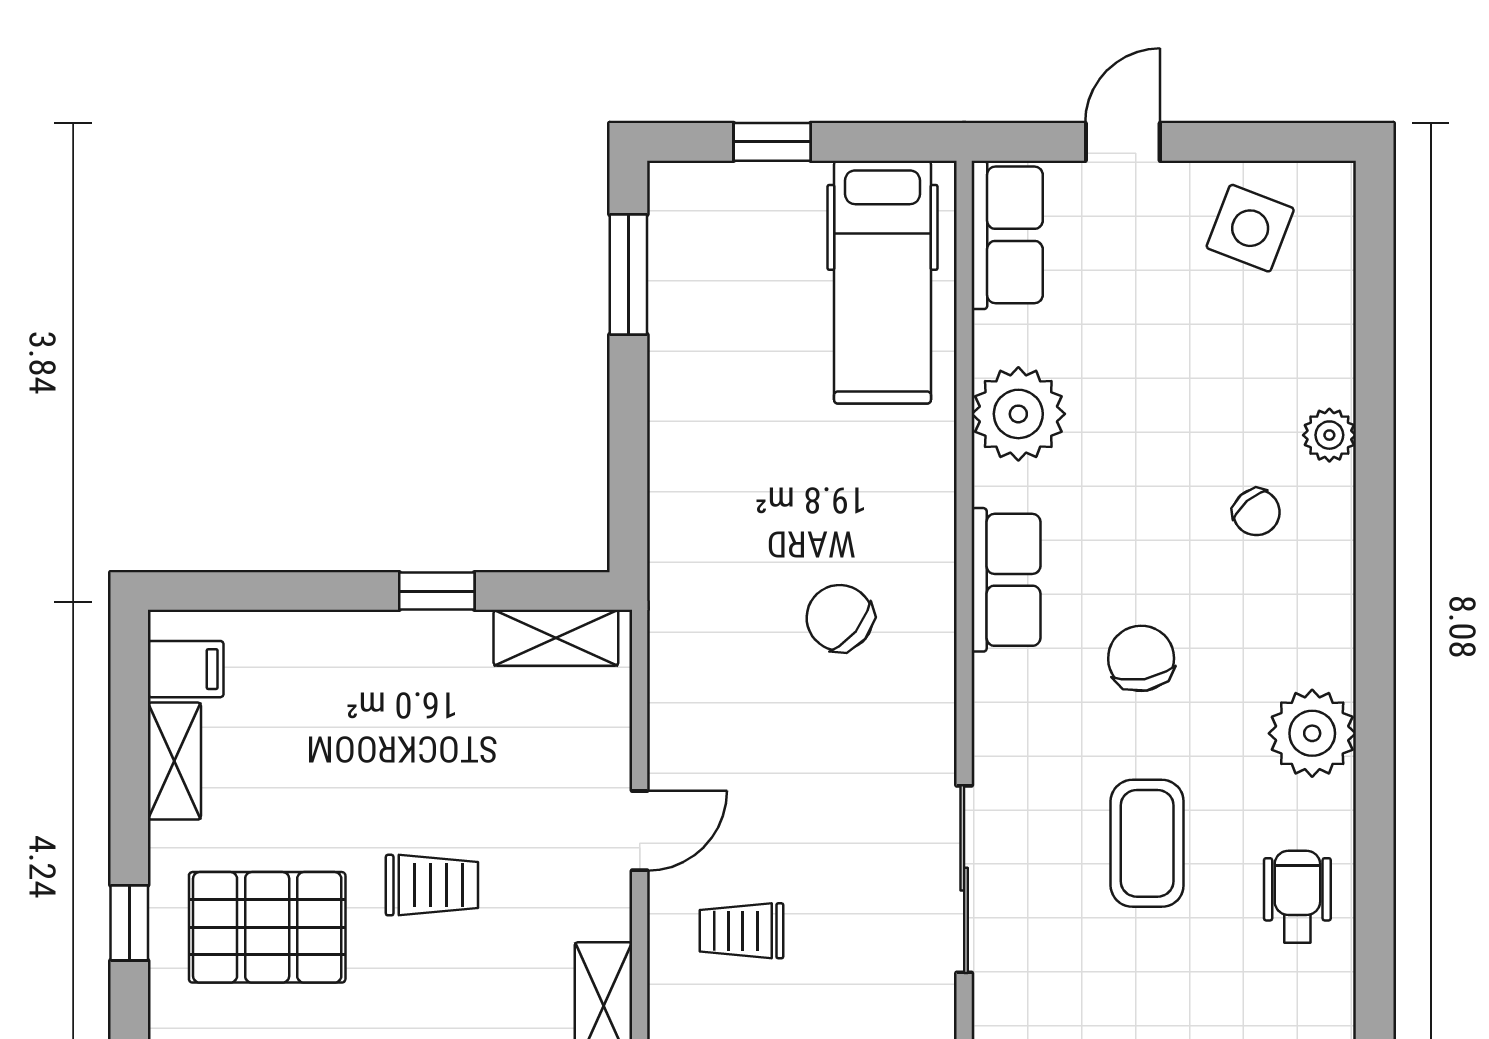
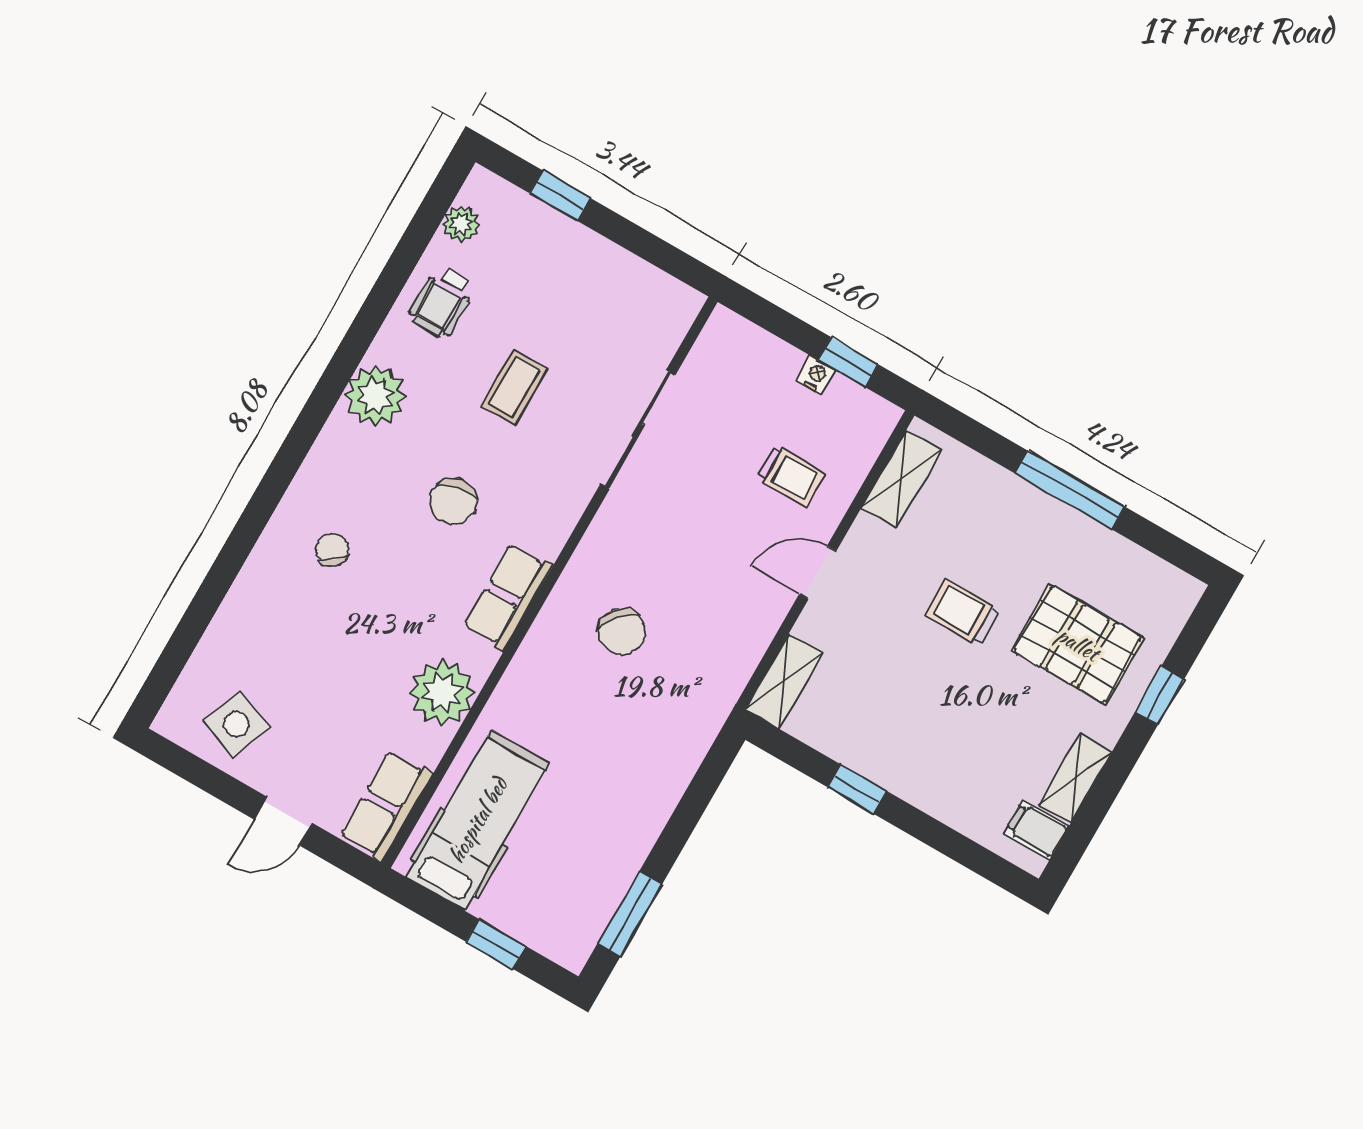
plant: (1329, 435) -> (461, 224), moved
shelving: (556, 638) -> (784, 681), moved, turned 90
coffee table: (1147, 843) -> (514, 387), width x0.73, depth x0.77

